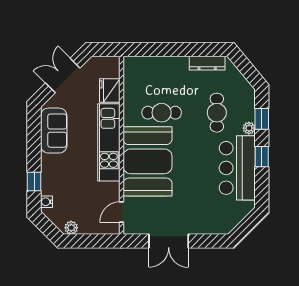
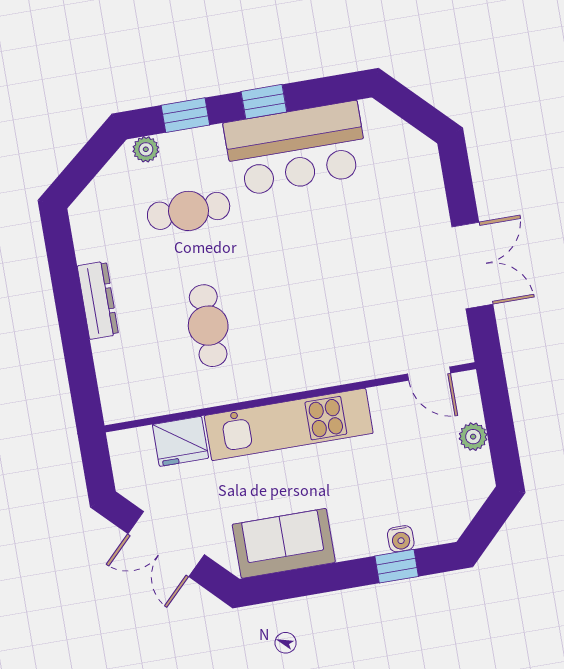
dresser: (207, 63) -> (98, 300), moved
plant: (249, 128) -> (146, 149), moved
booth: (148, 161) -> (314, 338), removed
water cooler: (47, 202) -> (401, 539), moved
plant: (71, 228) -> (473, 437), moved

